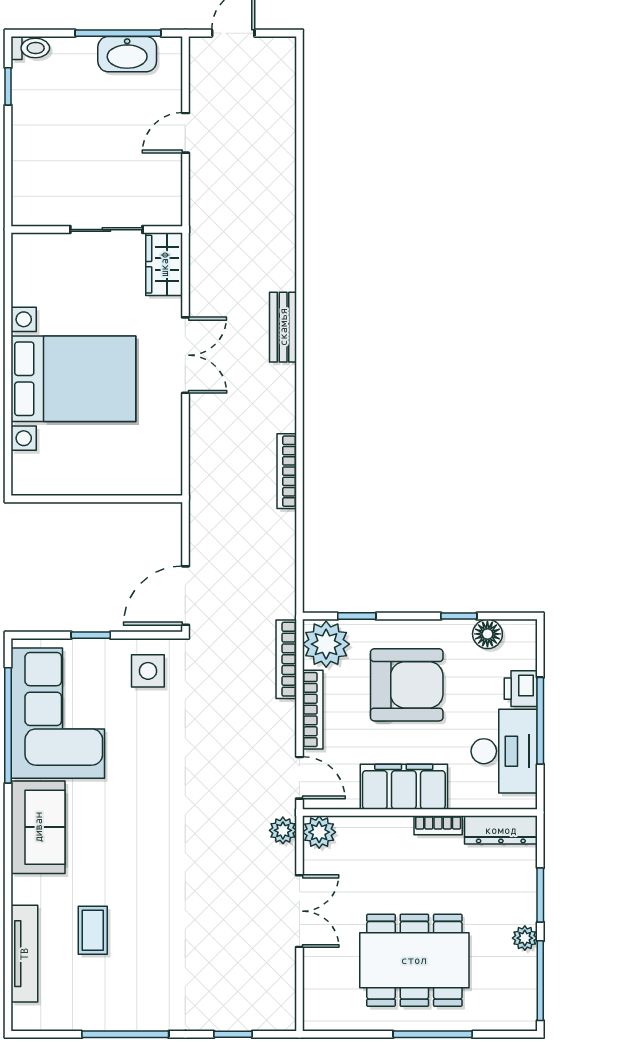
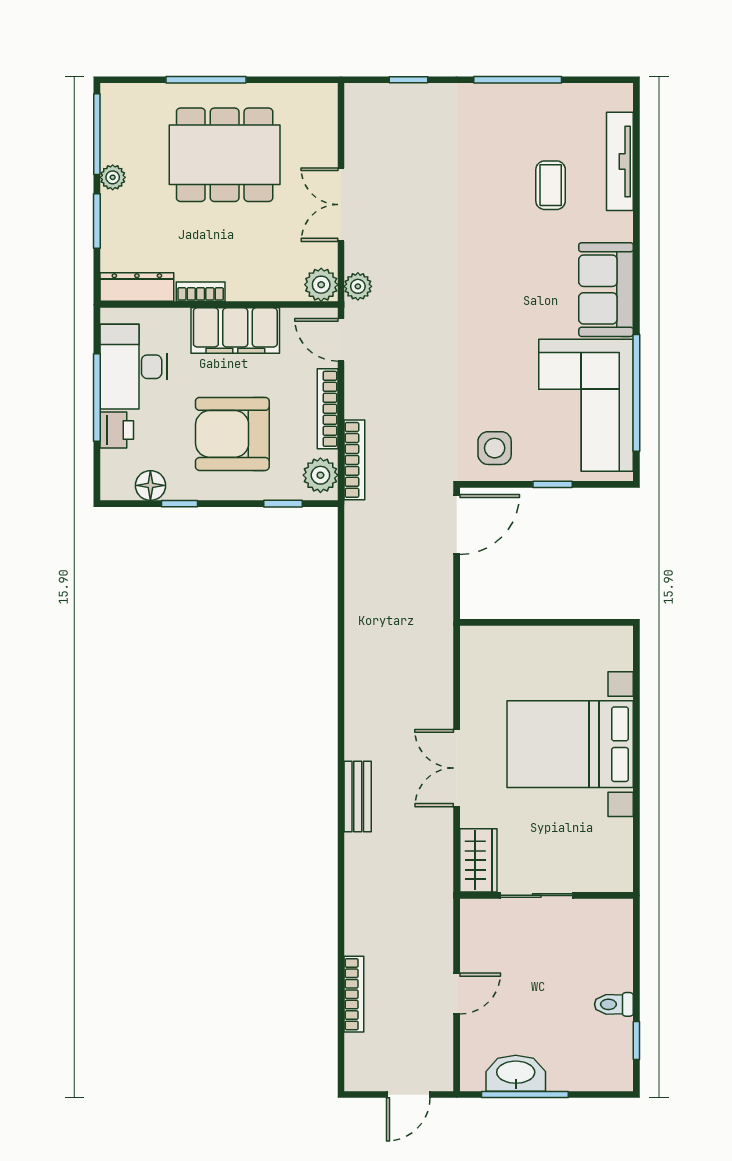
toilet: (30, 48) -> (614, 1004), moved
bookcase: (287, 471) -> (354, 994), moved
plant: (326, 644) -> (320, 475), width x0.73, depth x0.73

